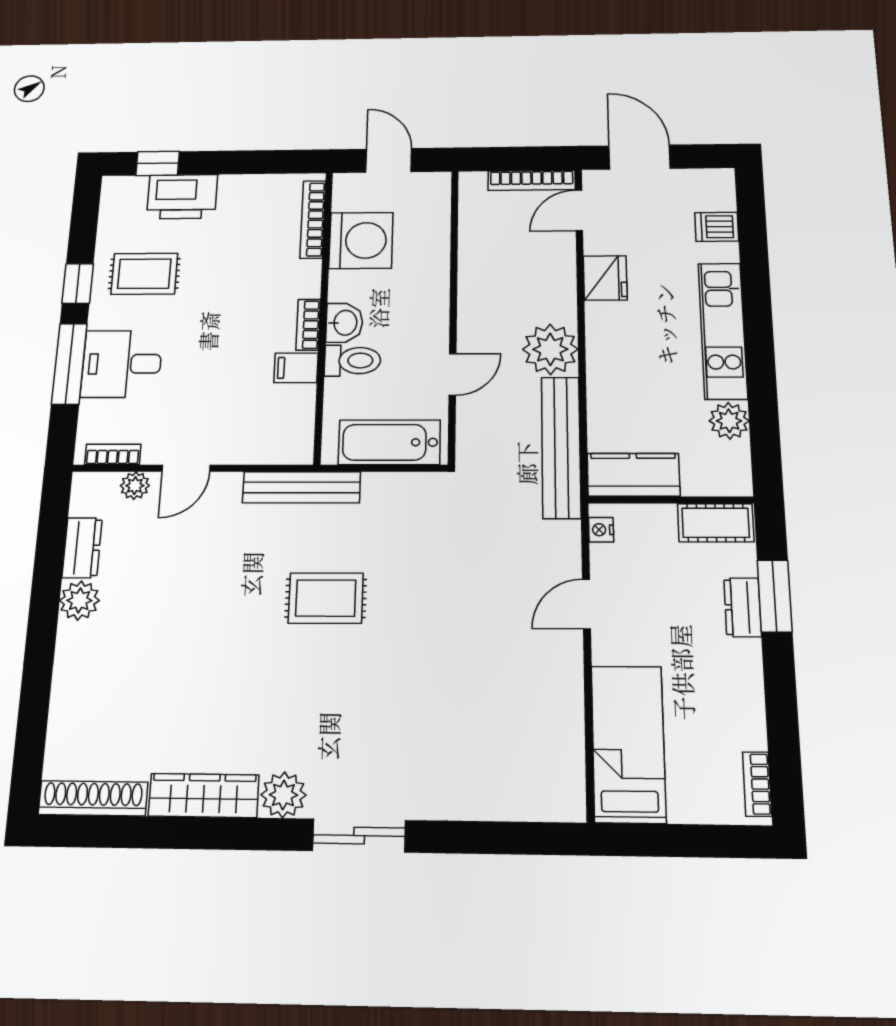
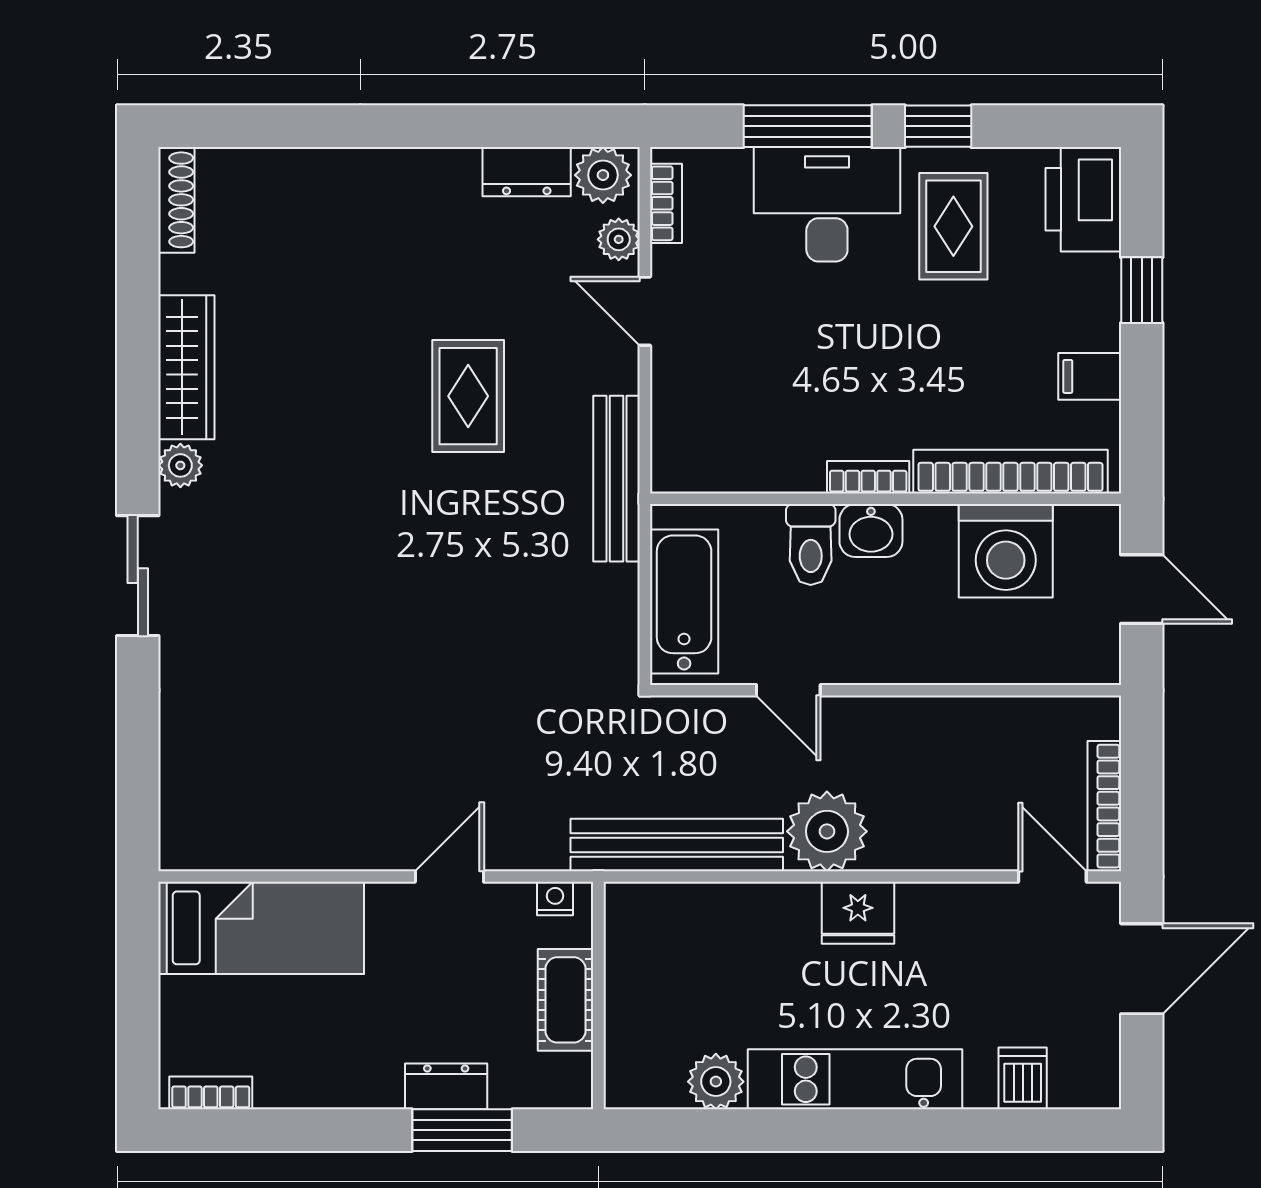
door: (389, 160) -> (1142, 589), hinge flipped
window: (158, 163) -> (1142, 290), moved
printer: (182, 197) -> (1083, 199), moved
bookcase: (313, 219) -> (1010, 472), width x1.48, depth x1.31
fridge: (605, 278) -> (858, 913), moved
desk: (122, 364) -> (827, 204), width x1.37
filing cabinet: (296, 368) -> (1090, 376), moved, turned -90
kitchen counter: (633, 475) -> (635, 945), removed
cot: (716, 523) -> (565, 1000), moved
rug: (326, 598) -> (468, 396), moved
plant: (79, 600) -> (603, 175), moved
door: (586, 604) -> (449, 877), hinge flipped
plant: (283, 795) -> (180, 465), width x0.73, depth x0.73
shoe rack: (93, 798) -> (176, 200), width x0.74, depth x0.81

